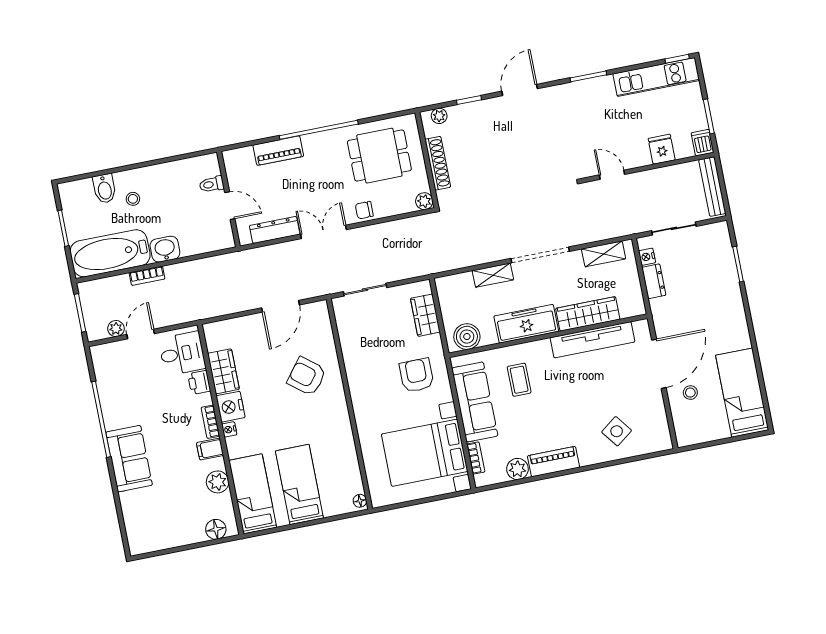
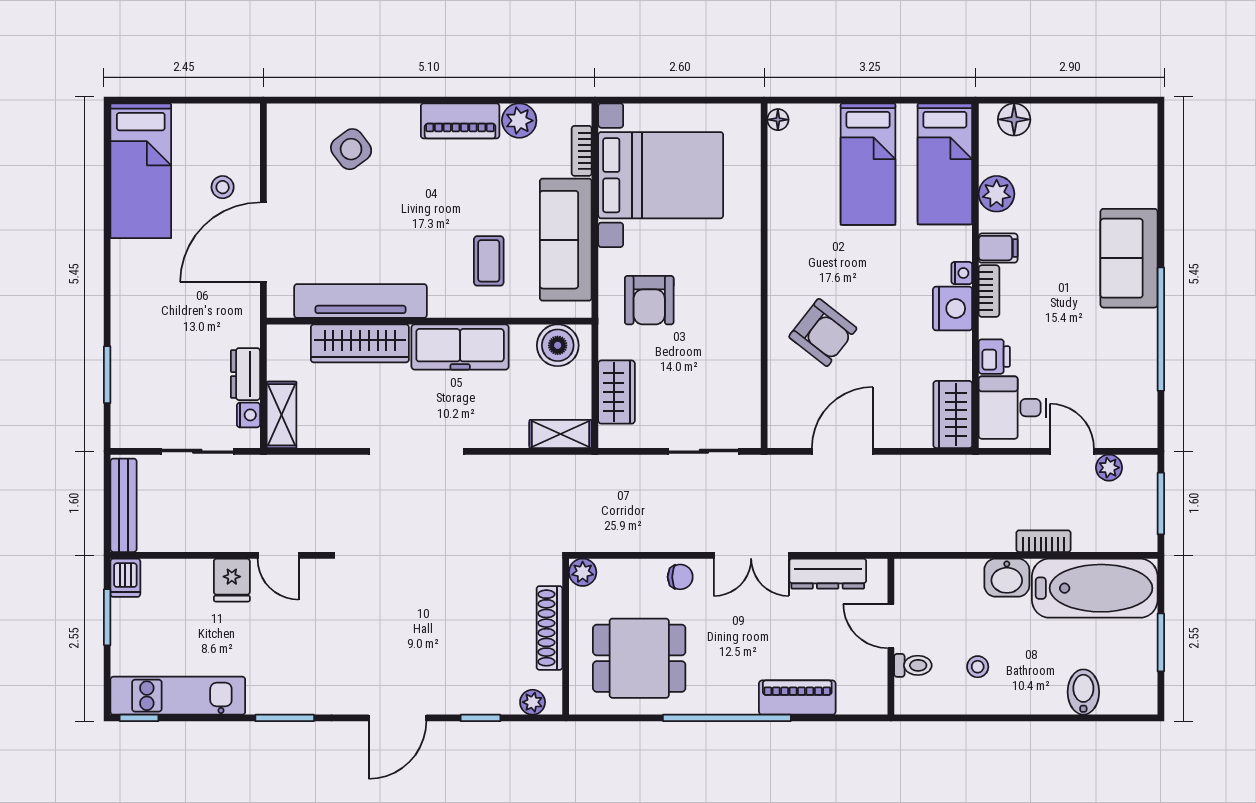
fridge: (662, 149) -> (232, 580), moved
stool: (133, 199) -> (978, 667), moved
shelving: (604, 254) -> (281, 415), moved, turned 90
shelving: (493, 275) -> (561, 434), moved
door: (141, 334) -> (1072, 451), swing flipped
wardrobe: (223, 371) -> (953, 414), moved

